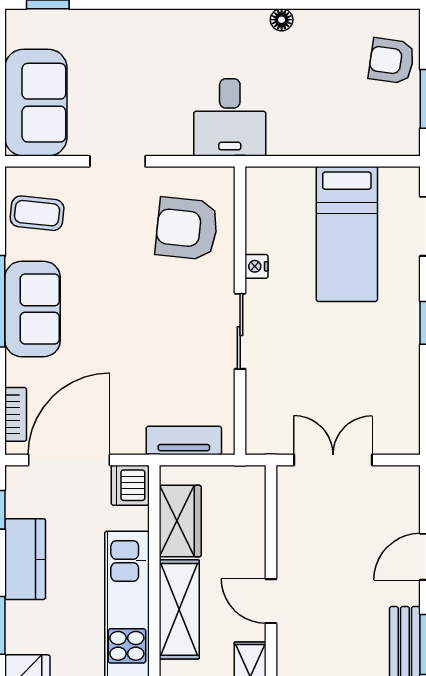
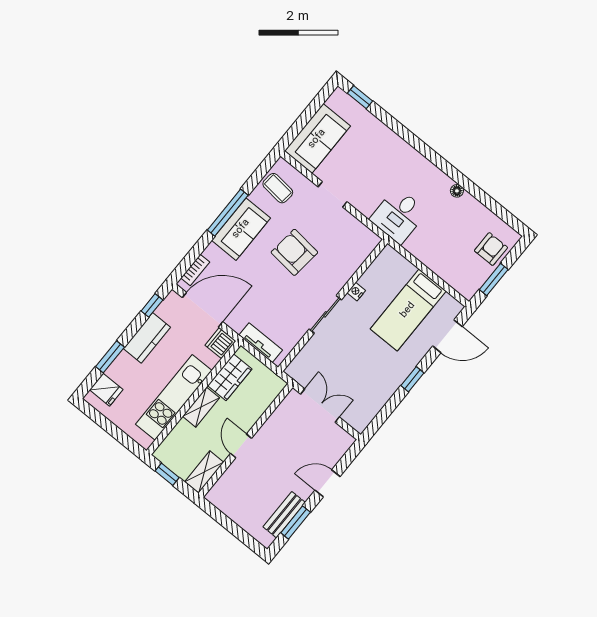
armchair: (392, 61) -> (491, 249), turned 82
armchair: (187, 229) -> (294, 252), moved
shelving: (179, 609) -> (201, 407), width x0.67, depth x0.75

